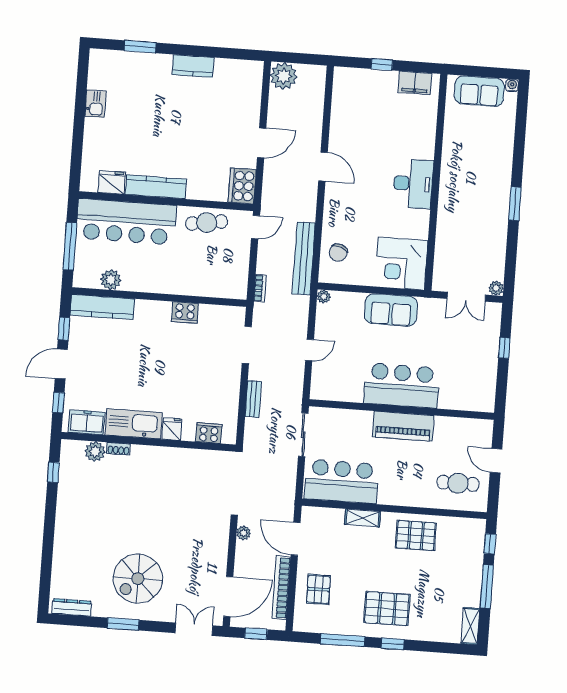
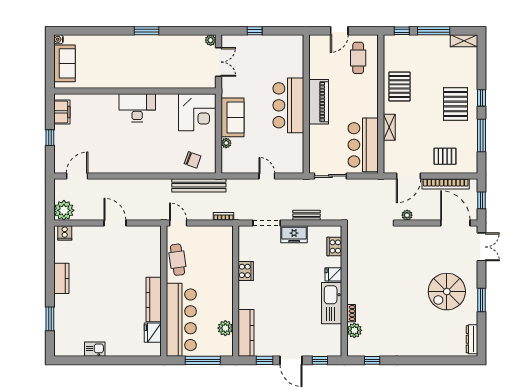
door: (323, 167) -> (77, 176), moved
cooker: (242, 186) -> (65, 233), moved, width x0.53, depth x0.76
plant: (324, 297) -> (226, 143), moved
freezer: (87, 422) -> (294, 234), moved, turned -90
spiral stairs: (138, 579) -> (447, 292), turned 90
double door: (194, 629) -> (482, 247), swing flipped

